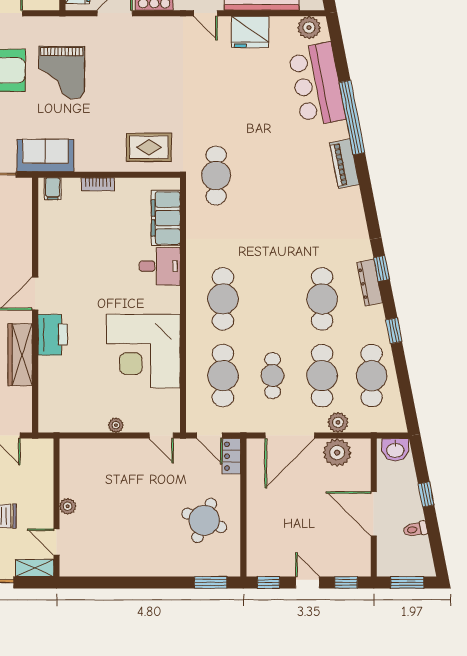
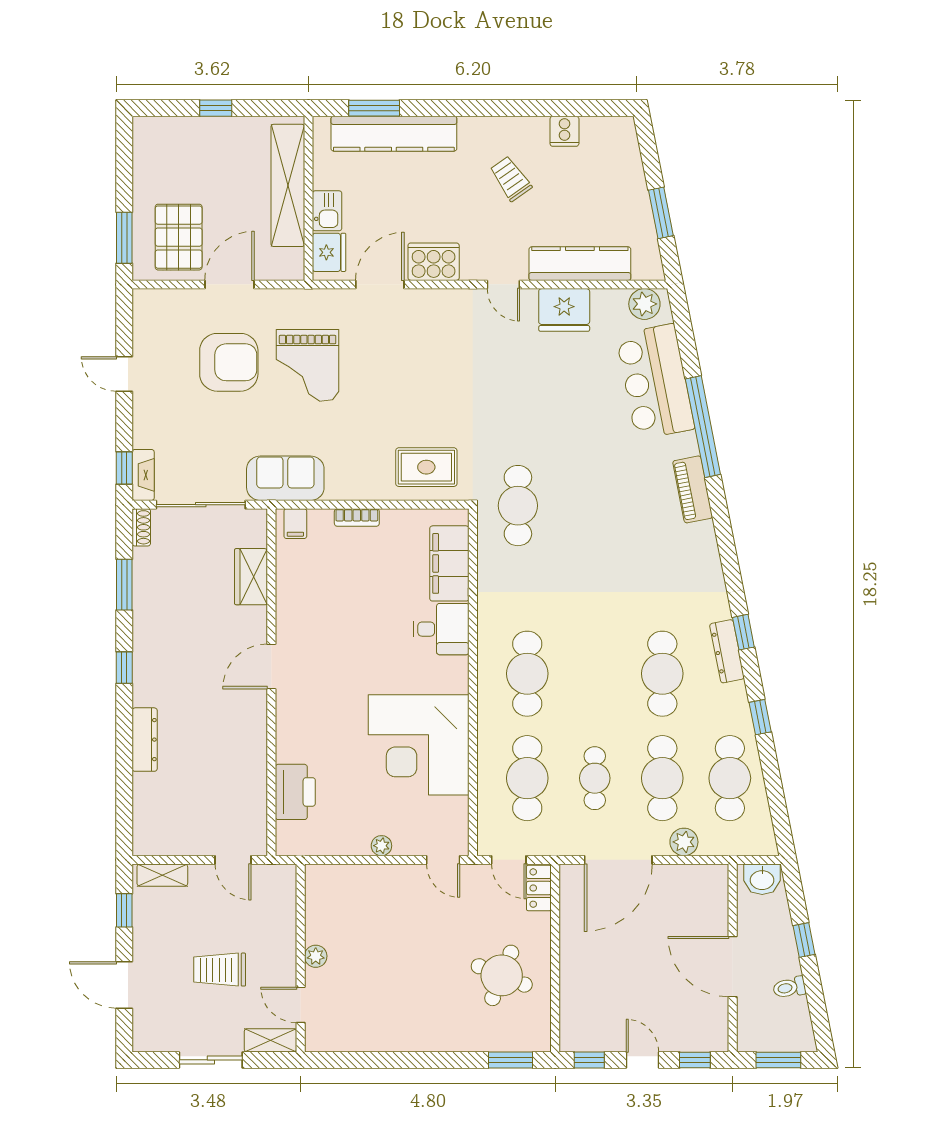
printer: (53, 335) -> (295, 792), moved
wardrobe: (20, 355) -> (251, 577), moved, width x0.67
plant: (337, 453) -> (683, 883), removed

